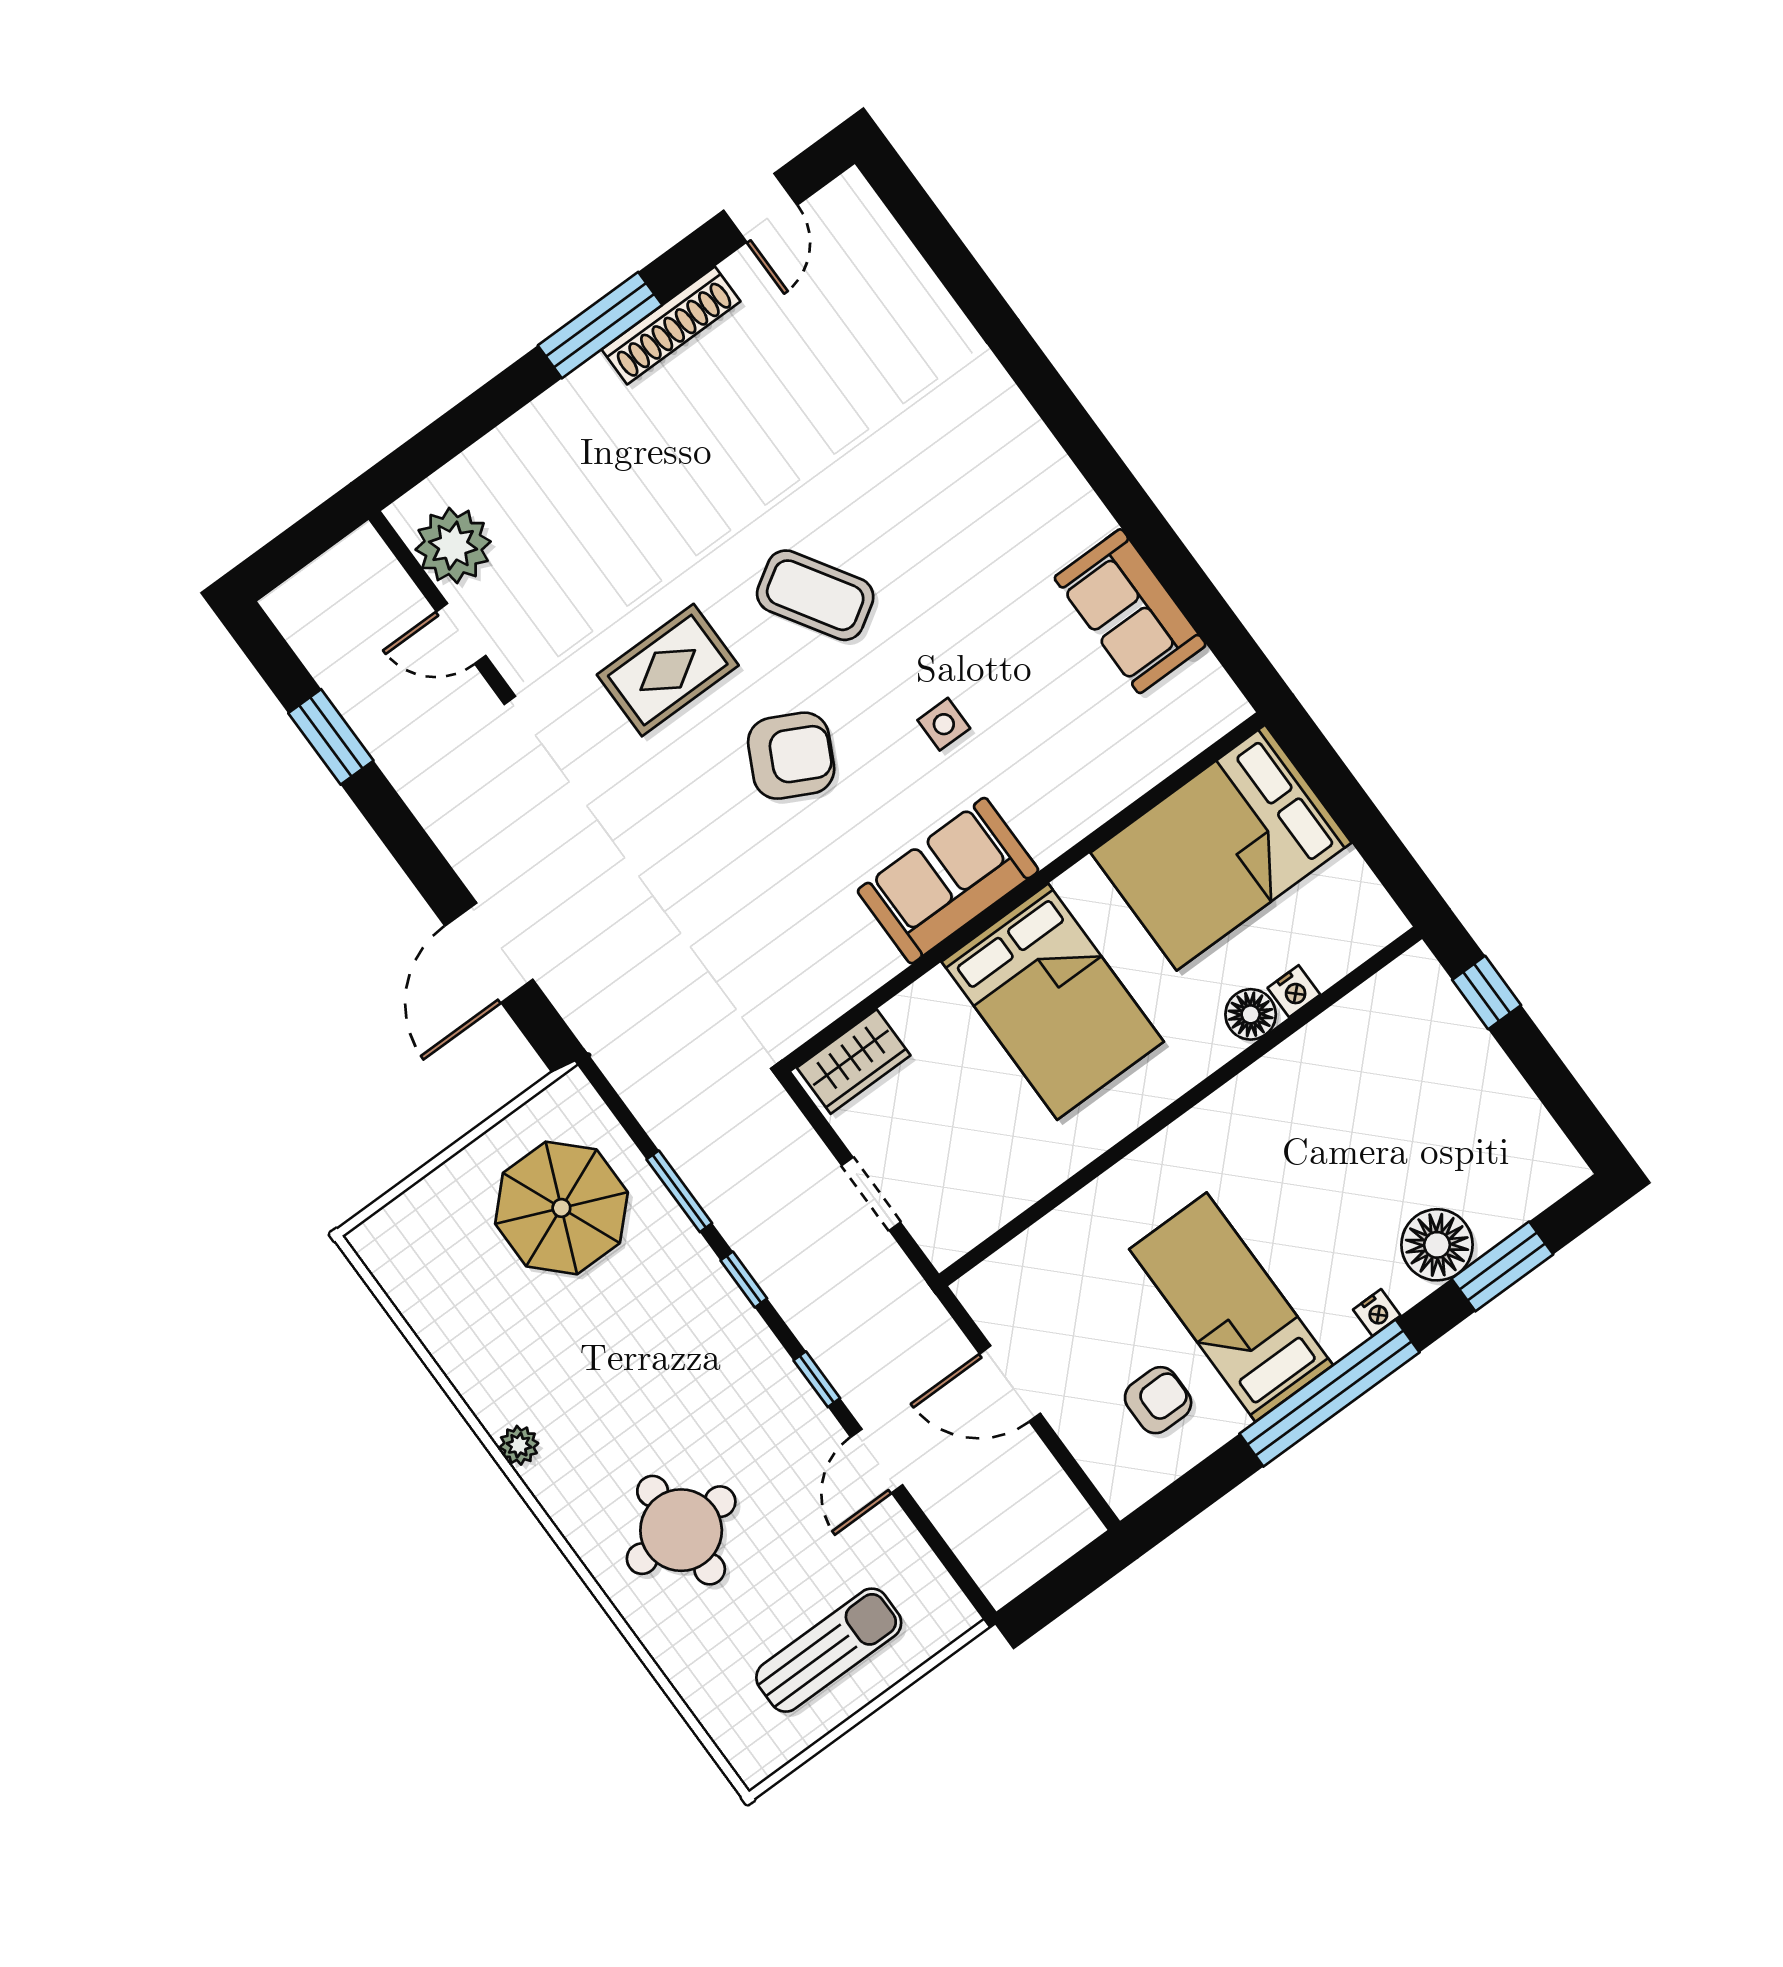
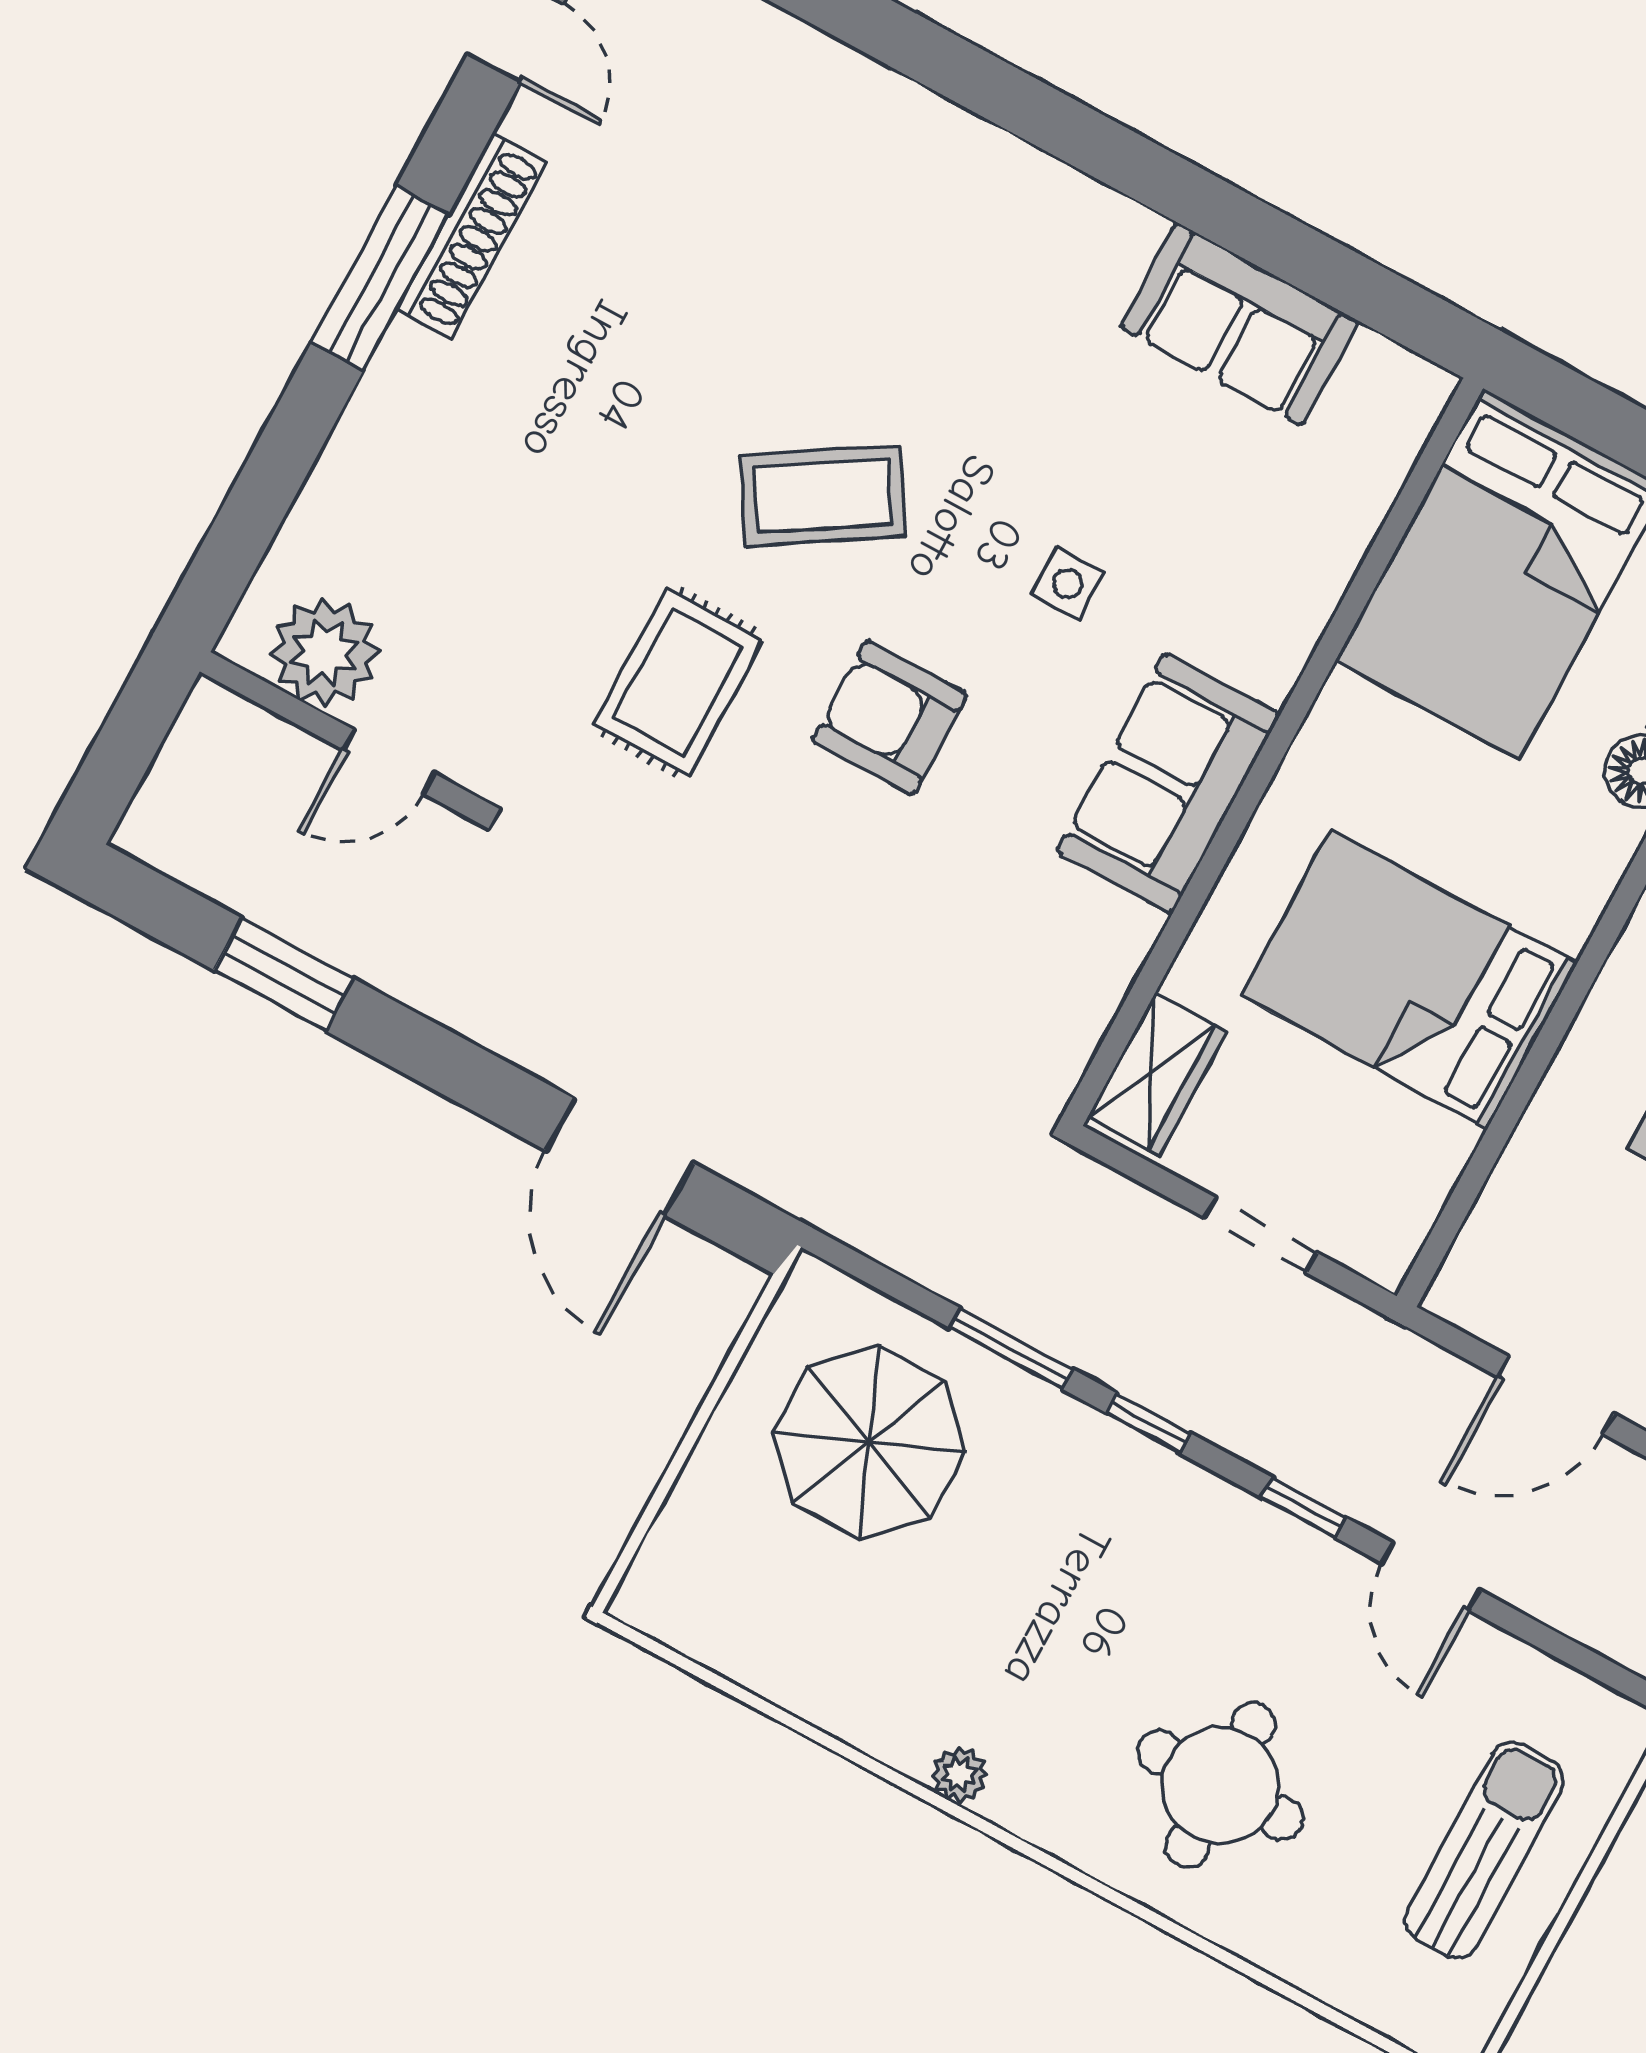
armchair: (791, 756) -> (890, 718), turned -117
bed: (1053, 1002) -> (1409, 980), moved, turned 180

